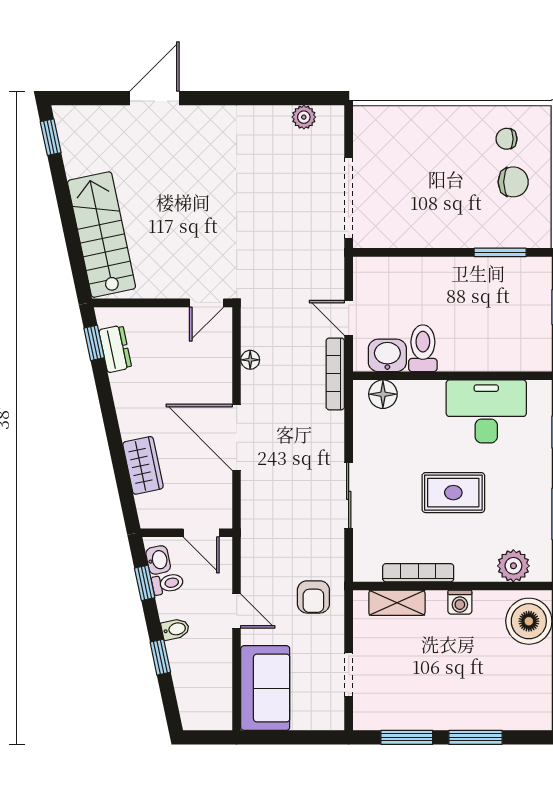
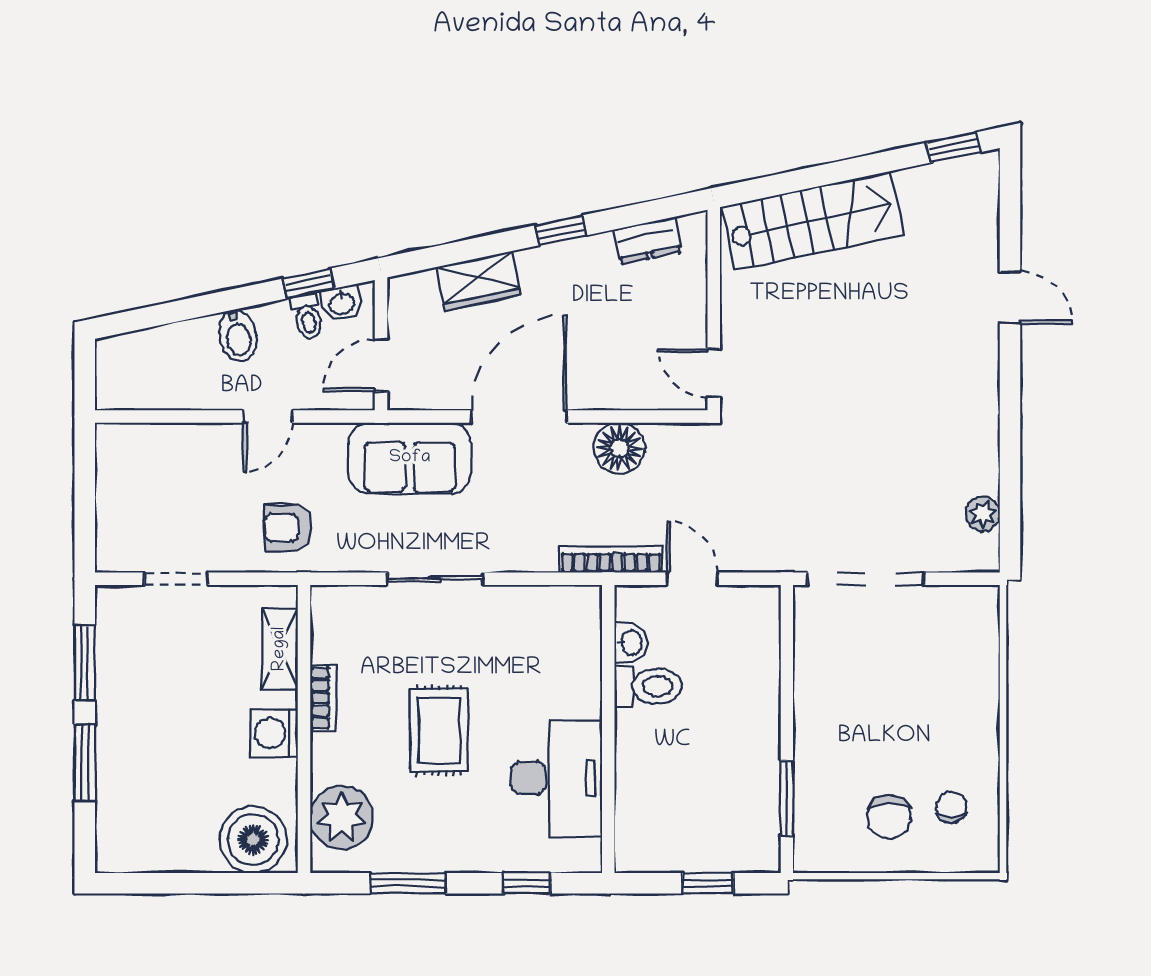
door: (155, 98) -> (1010, 298), width x0.73
door: (349, 318) -> (692, 579), hinge flipped
window: (94, 343) -> (561, 230), moved
washbasin: (387, 355) -> (631, 642), width x0.72, depth x0.69
floor lamp: (250, 360) -> (619, 448), width x1.89, depth x1.89
floor lamp: (383, 394) -> (582, 628), removed
plant: (513, 566) -> (342, 817), width x1.36, depth x1.36
bookcase: (418, 573) -> (323, 698), width x0.64
washing machine: (460, 602) -> (274, 733), width x1.38, depth x1.38
bidet: (175, 629) -> (238, 336), width x1.38, depth x1.36
window: (160, 657) -> (201, 306), removed
sofa: (265, 688) -> (410, 458), moved

